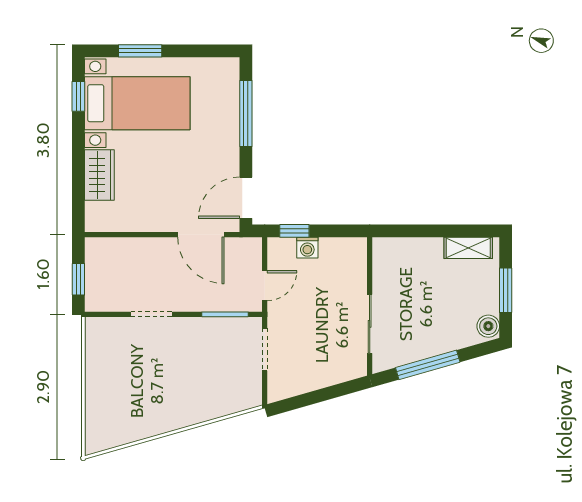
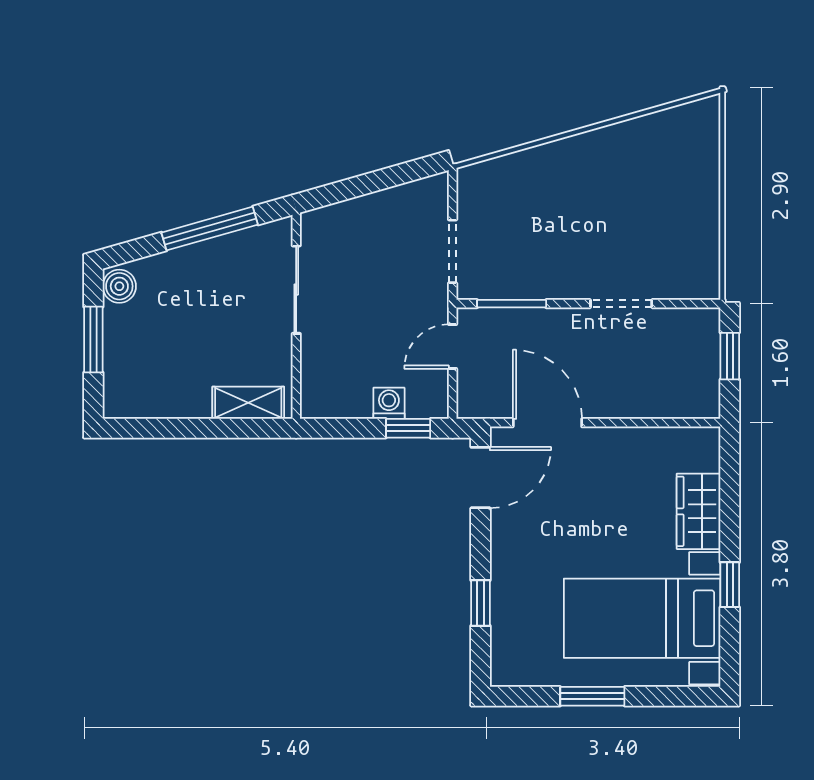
window: (140, 51) -> (592, 696), moved
window: (78, 96) -> (730, 585), moved
window: (246, 113) -> (480, 603), width x0.46
shelving: (468, 248) -> (248, 403), moved

